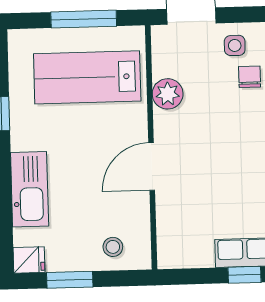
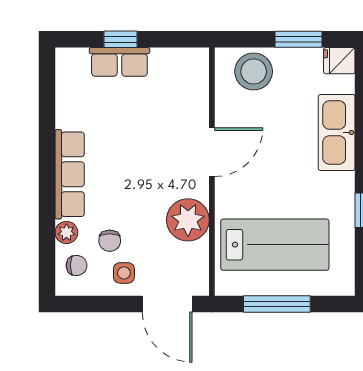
plant: (168, 94) -> (188, 220), width x1.36, depth x1.36
stool: (113, 247) -> (254, 71), width x1.89, depth x1.89

